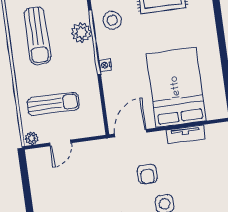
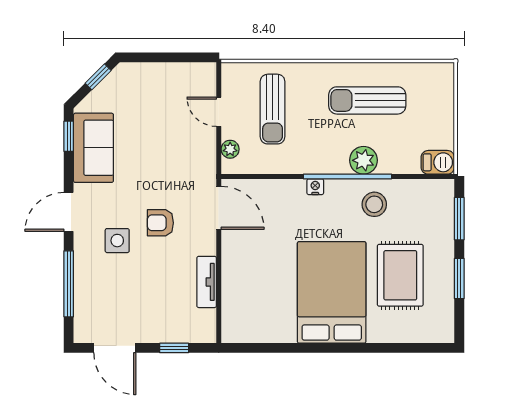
bed: (176, 87) -> (332, 292), moved, turned -90
plant: (32, 138) -> (230, 149), moved

